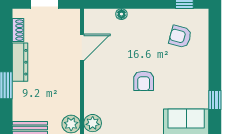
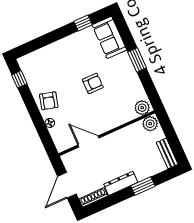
shoe rack: (18, 30) -> (93, 197), width x1.43
armchair: (180, 37) -> (49, 101), moved

